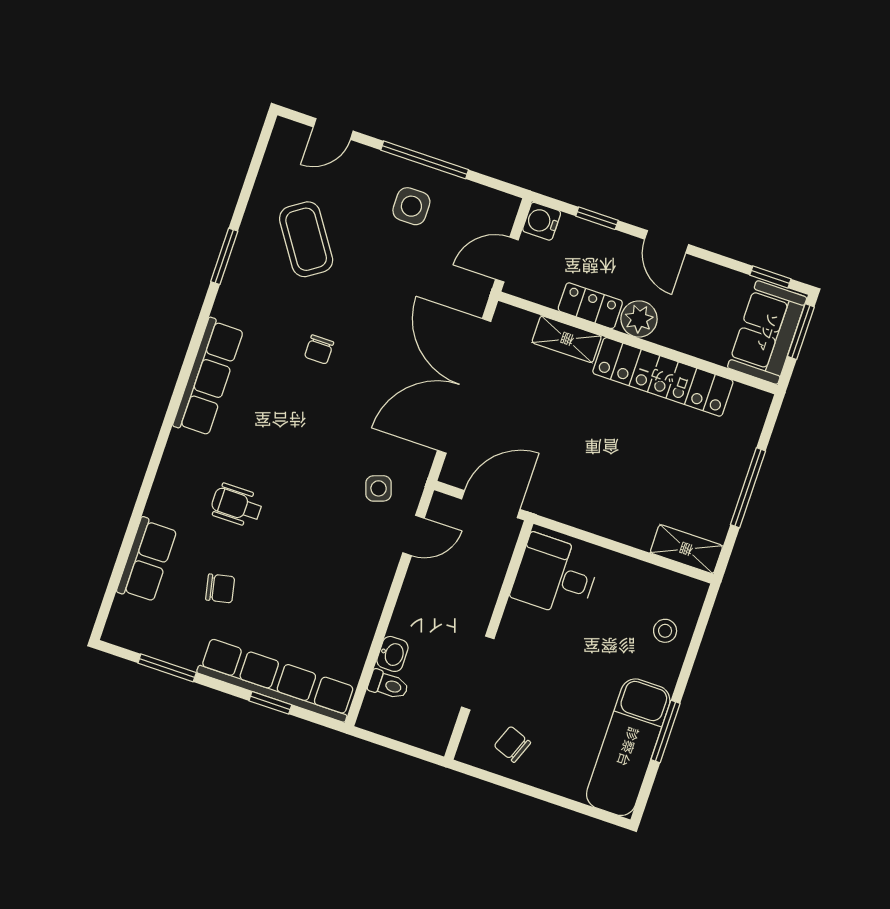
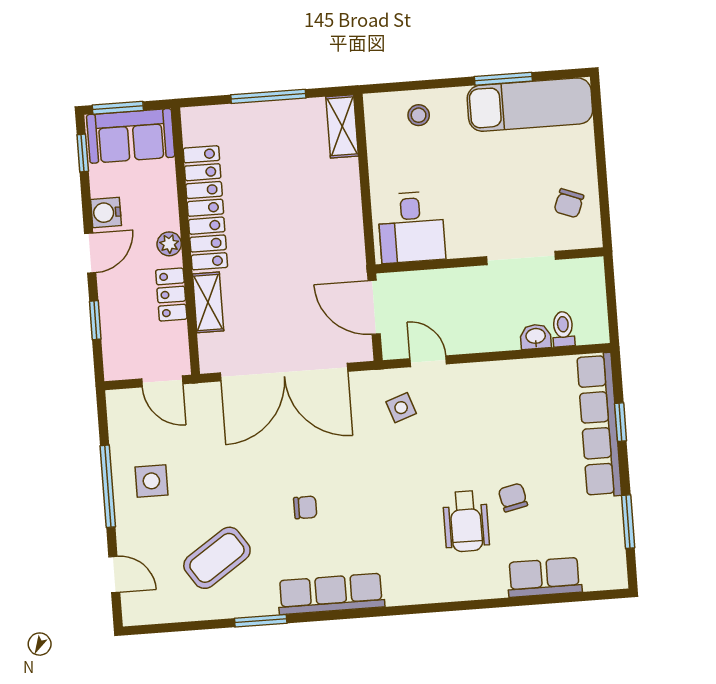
water cooler: (542, 221) -> (106, 213), moved, turned 90
plant: (639, 319) -> (169, 244), width x0.73, depth x0.73
row of seats: (208, 377) -> (331, 594), moved
wheelchair: (236, 505) -> (466, 521), width x1.36, depth x1.37
chair: (220, 588) -> (513, 497), moved

